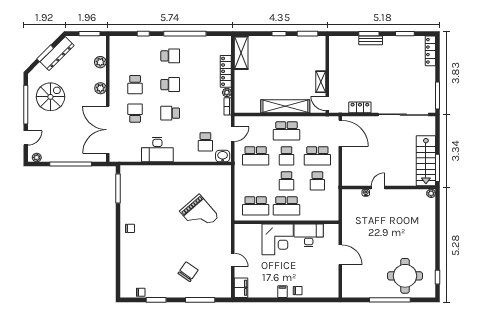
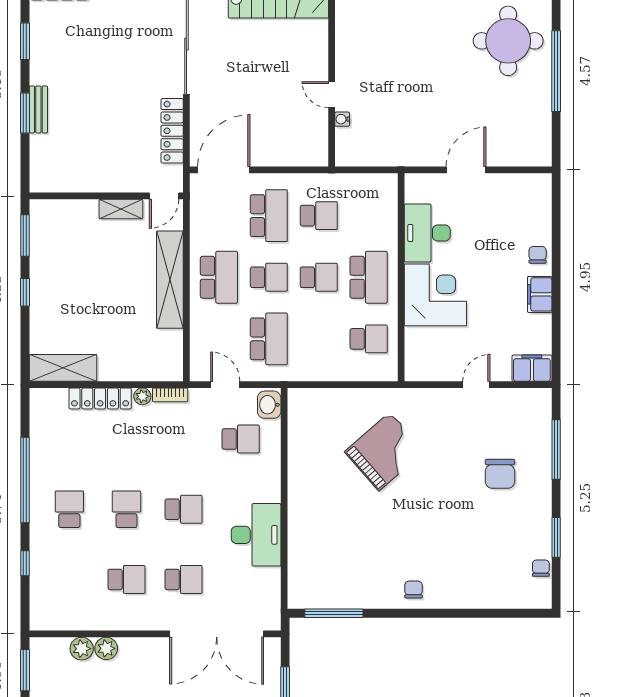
plant: (100, 88) -> (106, 648), moved
locker: (360, 107) -> (172, 131), width x1.53
school desk: (135, 113) -> (184, 579), turned 180
school desk: (170, 113) -> (184, 509), turned -90
school desk: (256, 206) -> (369, 339), width x0.54
chair: (188, 272) -> (500, 474), turned -125
filing cabinet: (282, 292) -> (540, 294), width x2.00

